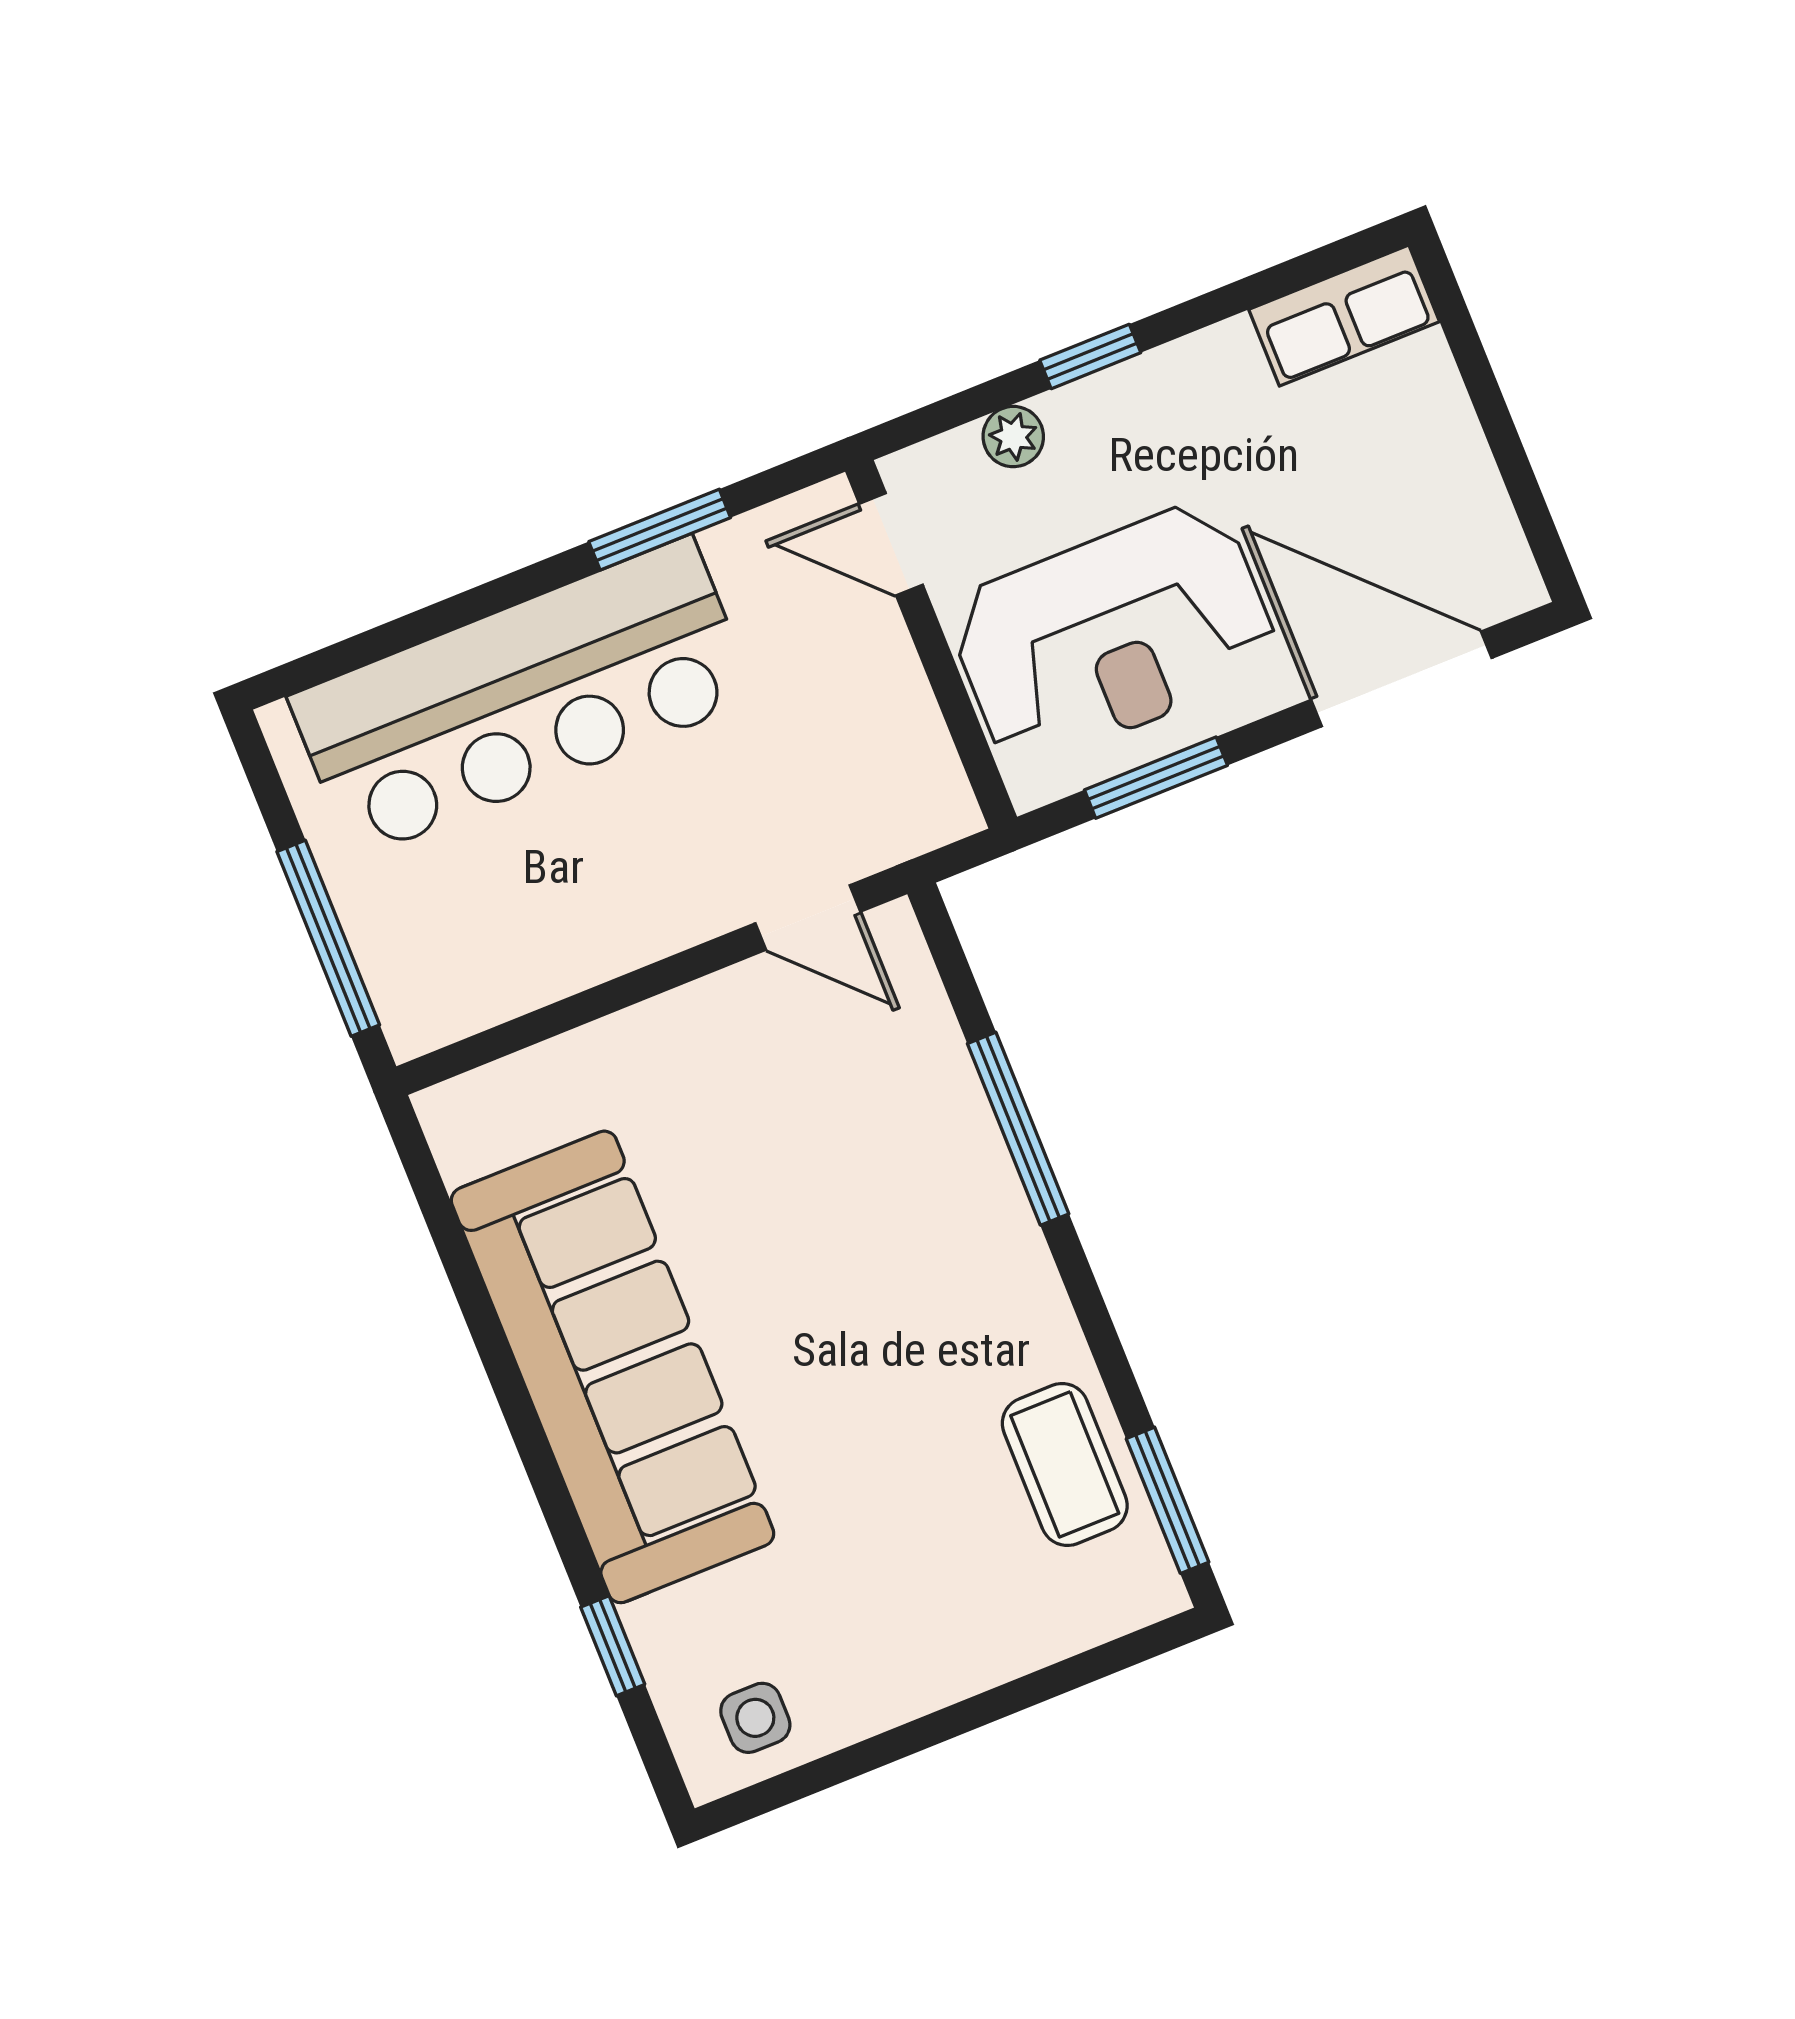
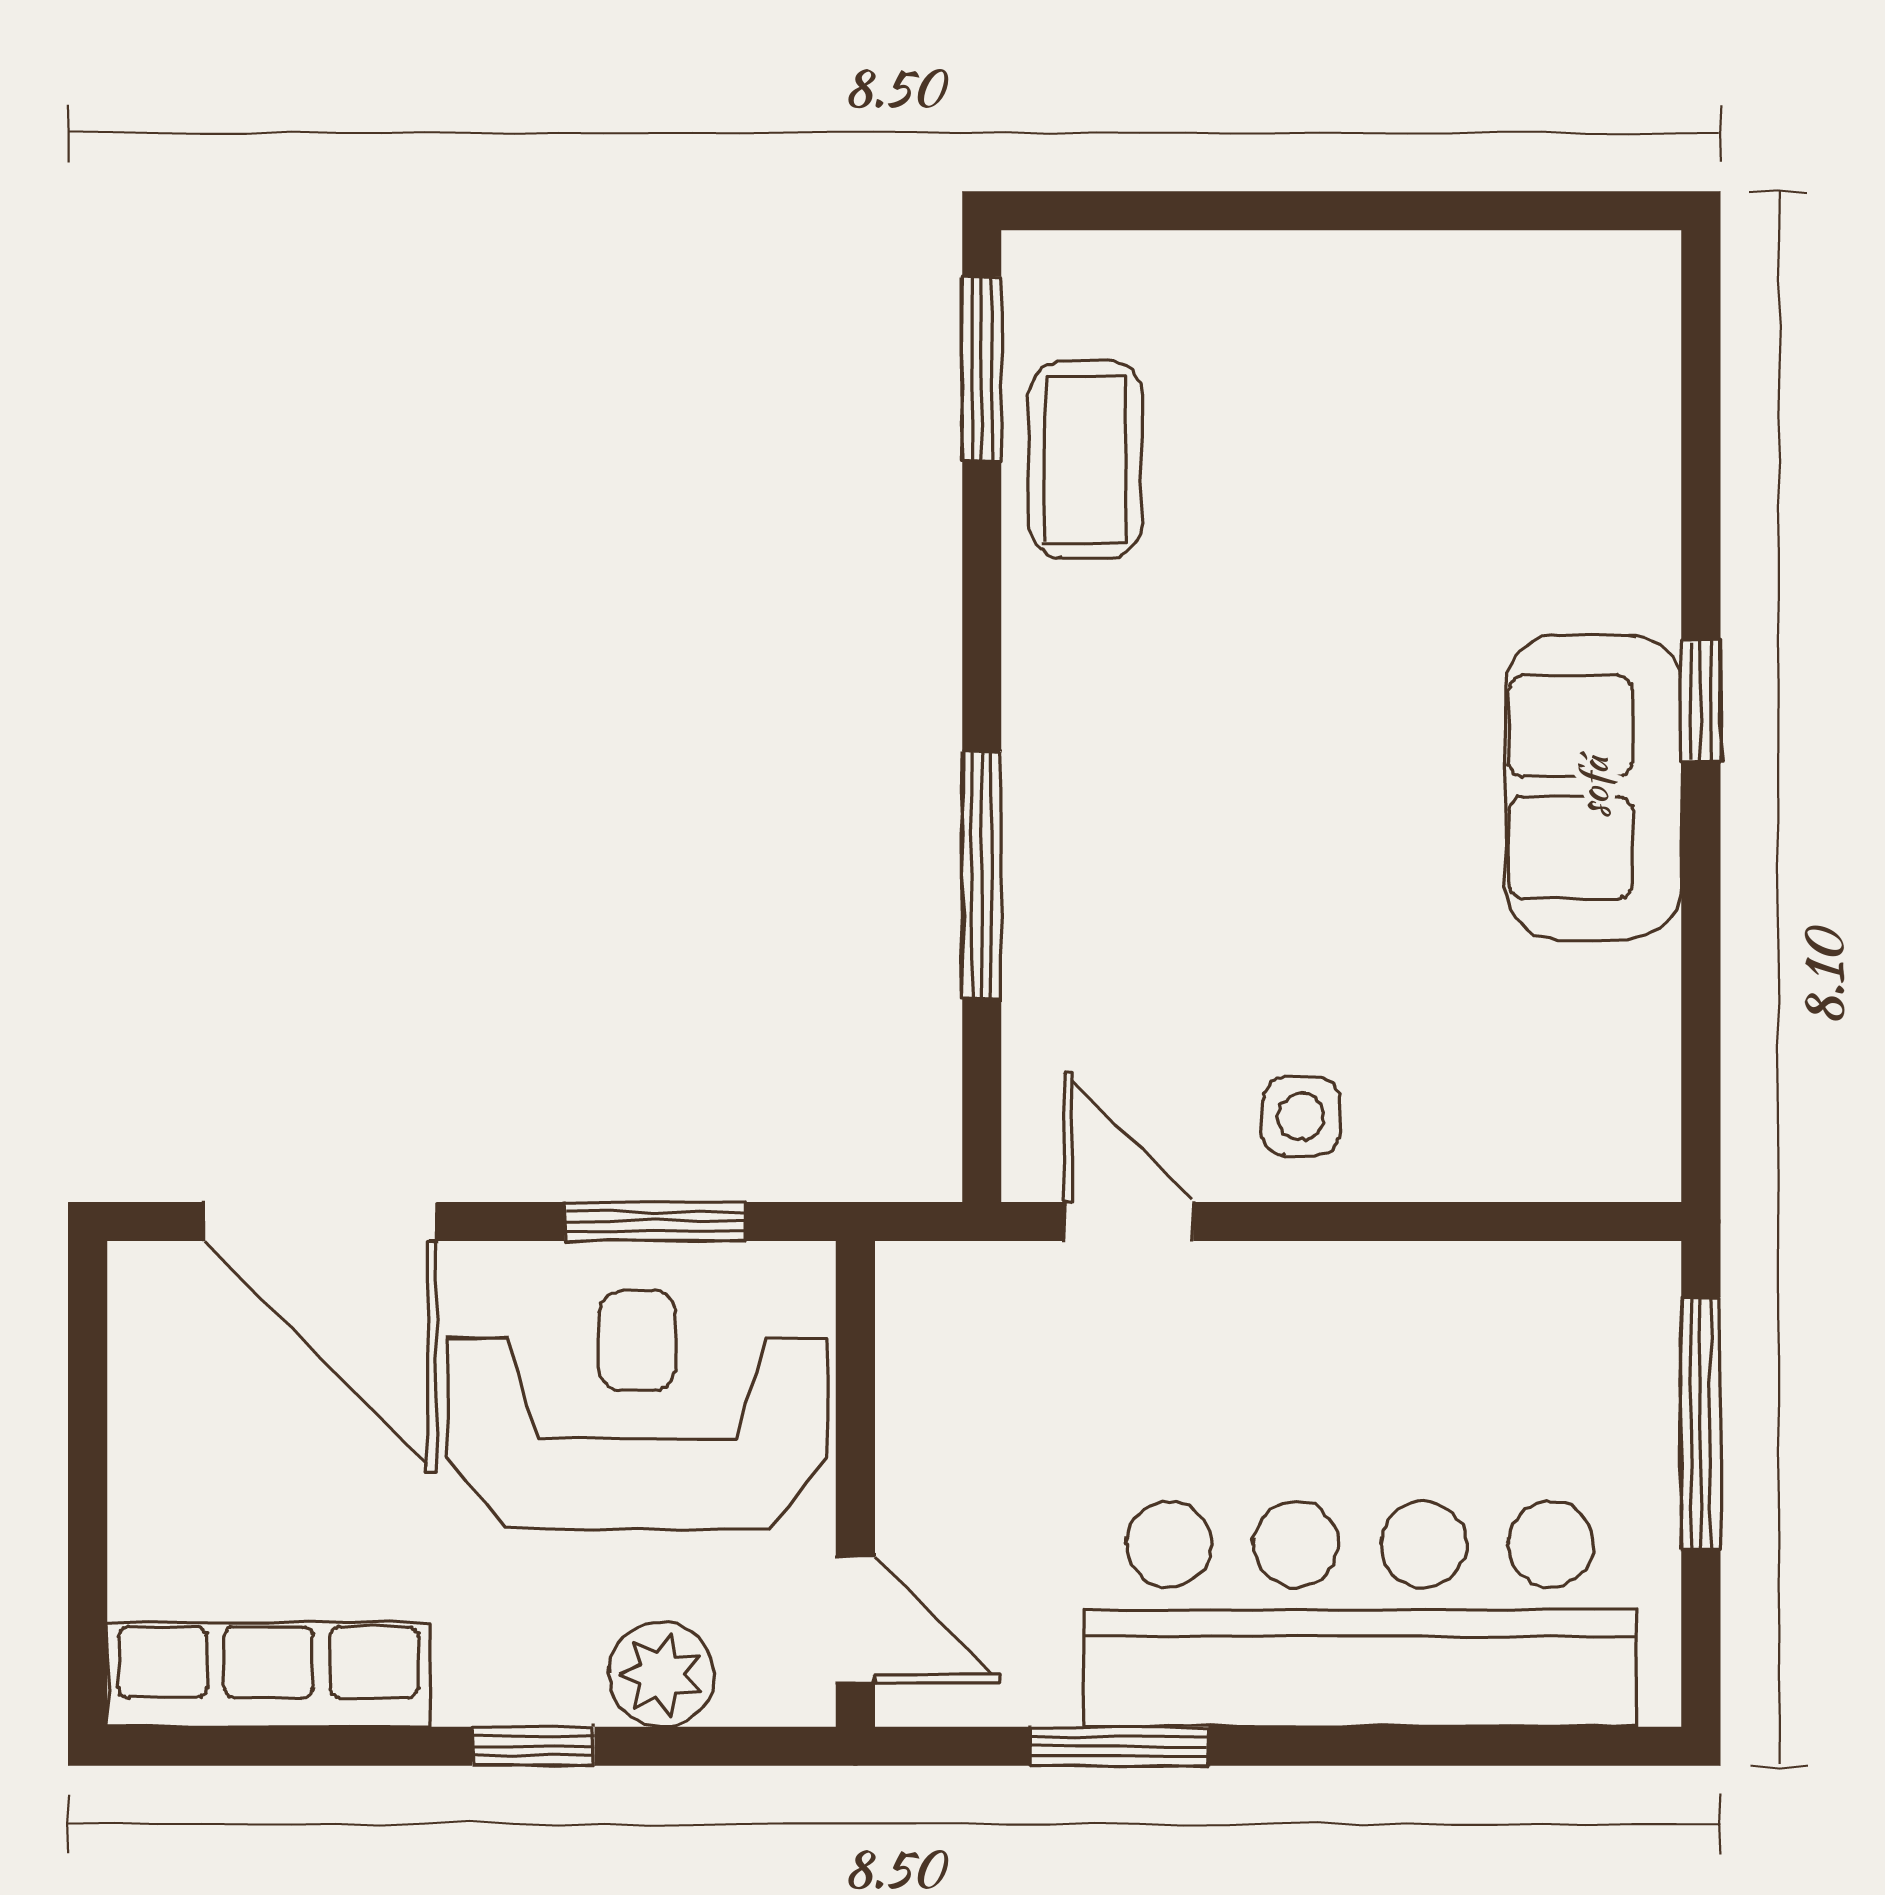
row of seats: (1344, 316) -> (268, 1675), width x1.48
plant: (1013, 437) -> (661, 1674), width x1.38, depth x1.38
sofa: (613, 1367) -> (1593, 787), width x0.54, depth x0.79
window: (613, 1646) -> (1701, 701), moved
side table: (755, 1718) -> (1301, 1116), moved

